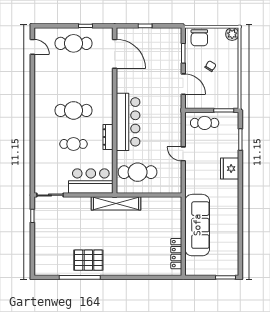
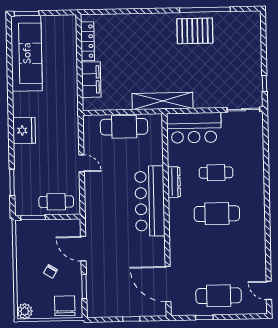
fridge: (230, 169) -> (24, 130), moved
cafe table: (138, 172) -> (124, 127), moved
filing cabinet: (174, 222) -> (91, 80), added
sofa: (197, 225) -> (26, 53), moved, turned 180

